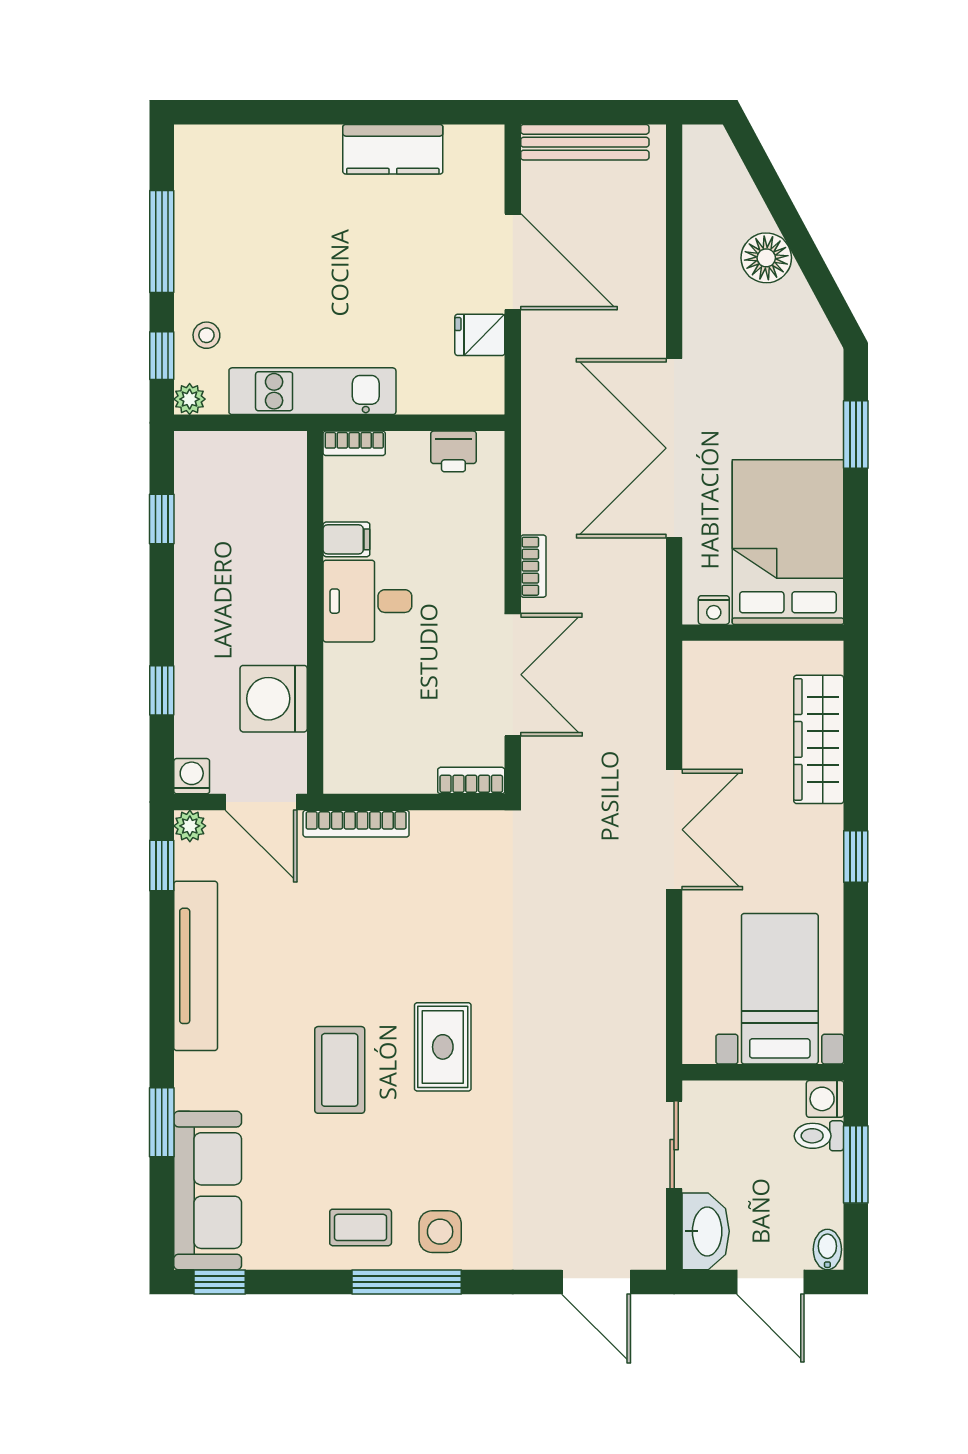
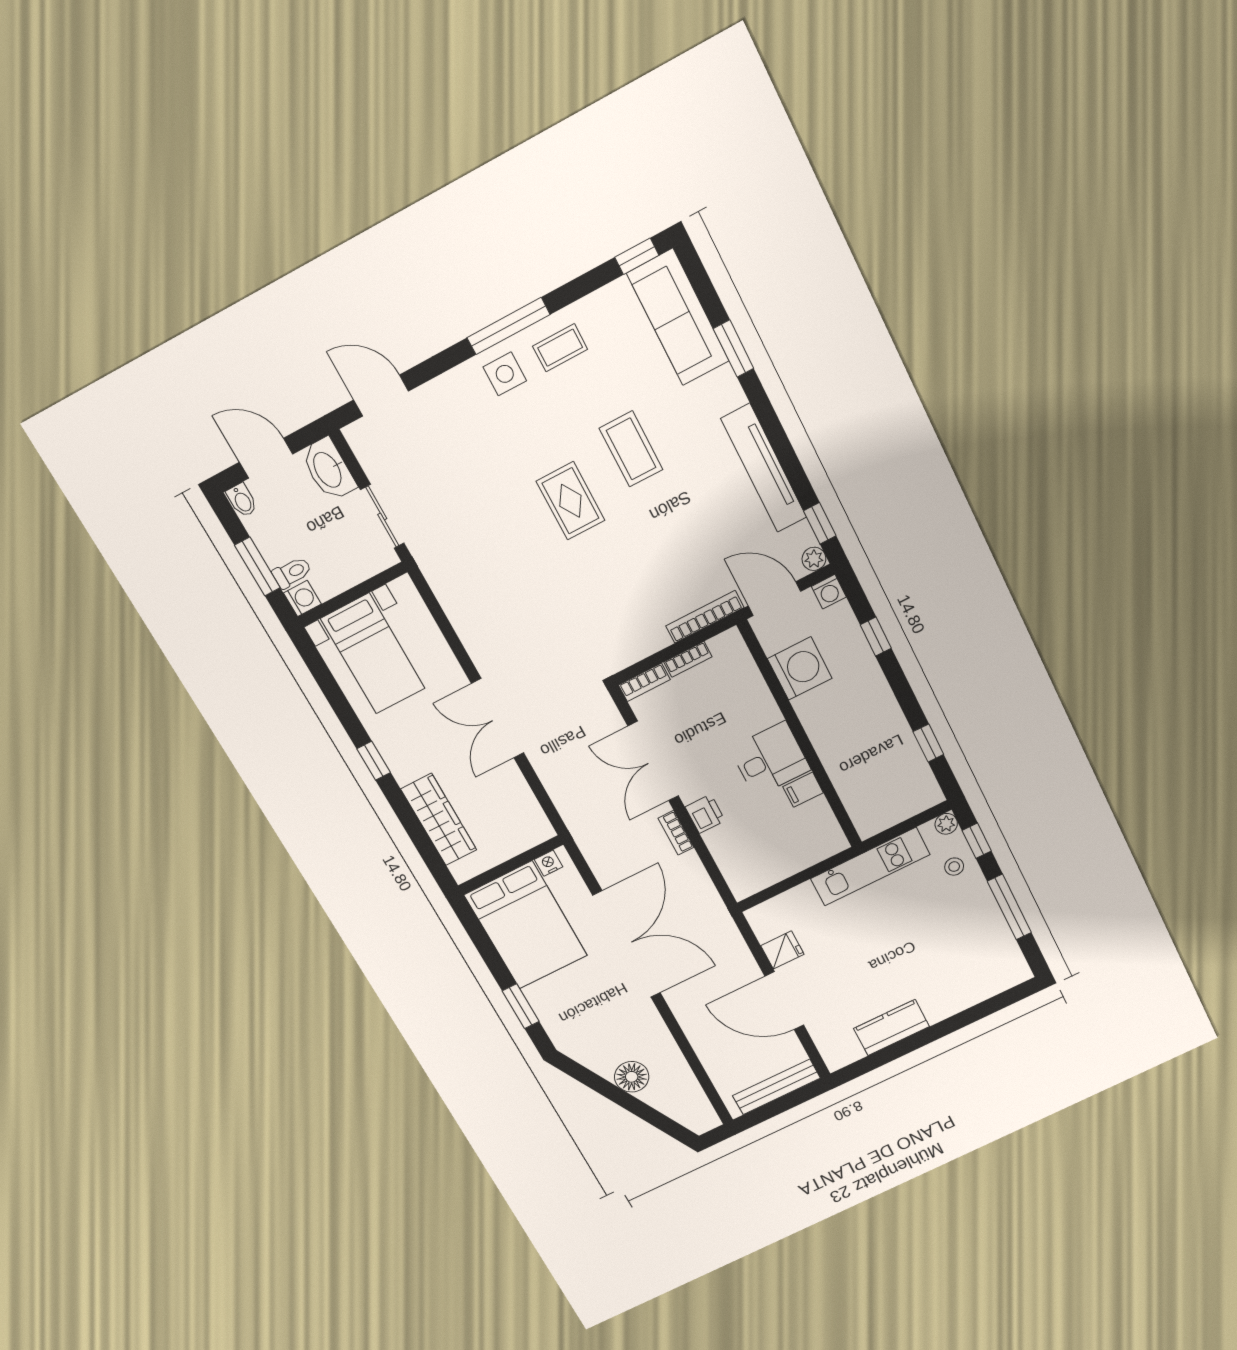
bookcase: (354, 443) -> (688, 659), moved, turned 180
printer: (453, 451) -> (705, 814), moved, turned 90

